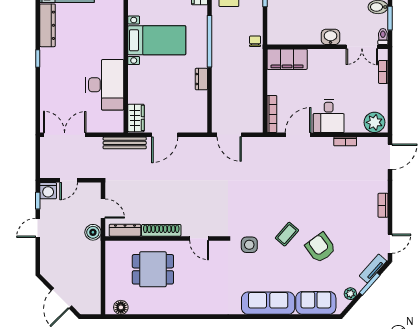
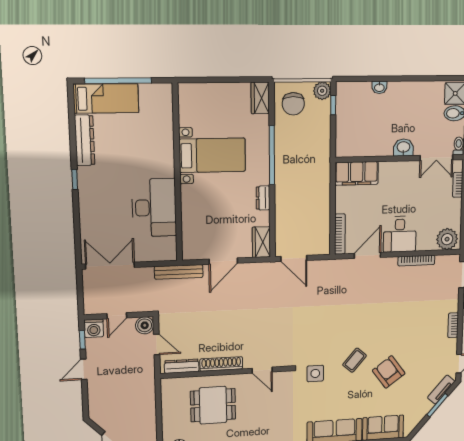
chair: (255, 41) -> (322, 154), removed
wardrobe: (136, 118) -> (261, 242), moved, turned 180
bookcase: (345, 141) -> (416, 261), width x1.56
boiler: (93, 232) -> (145, 325), moved
plant: (350, 294) -> (418, 416), removed

